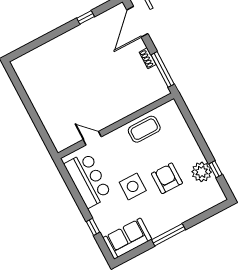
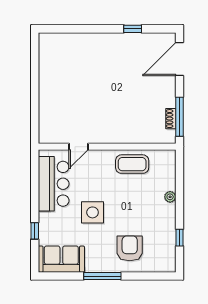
shoe rack: (148, 58) -> (171, 119), moved
door: (92, 138) -> (79, 147), swing flipped
plant: (202, 172) -> (170, 197), moved, width x0.53, depth x0.53
armchair: (167, 178) -> (130, 248), moved

